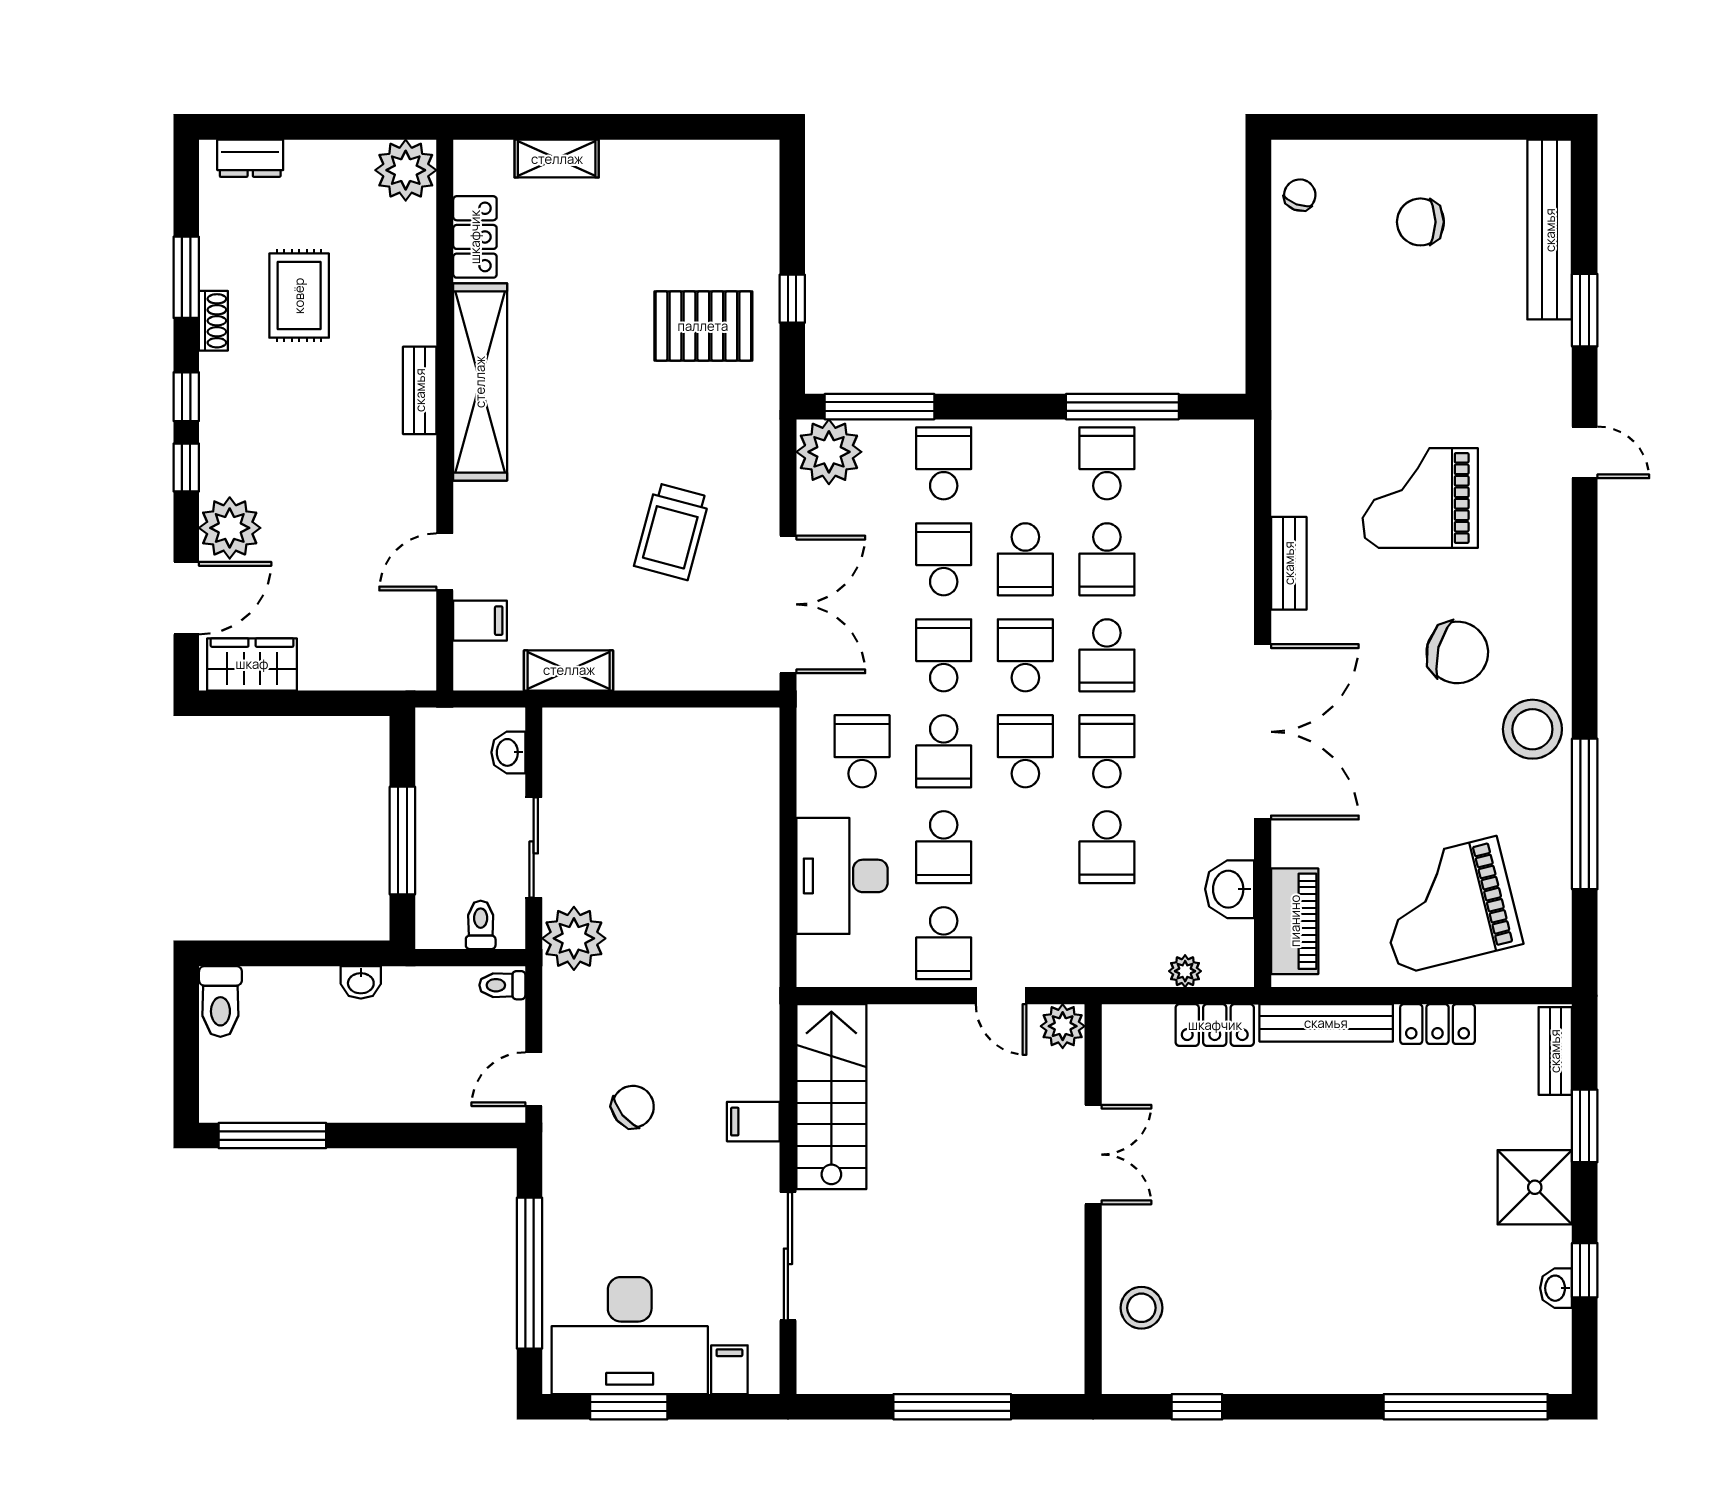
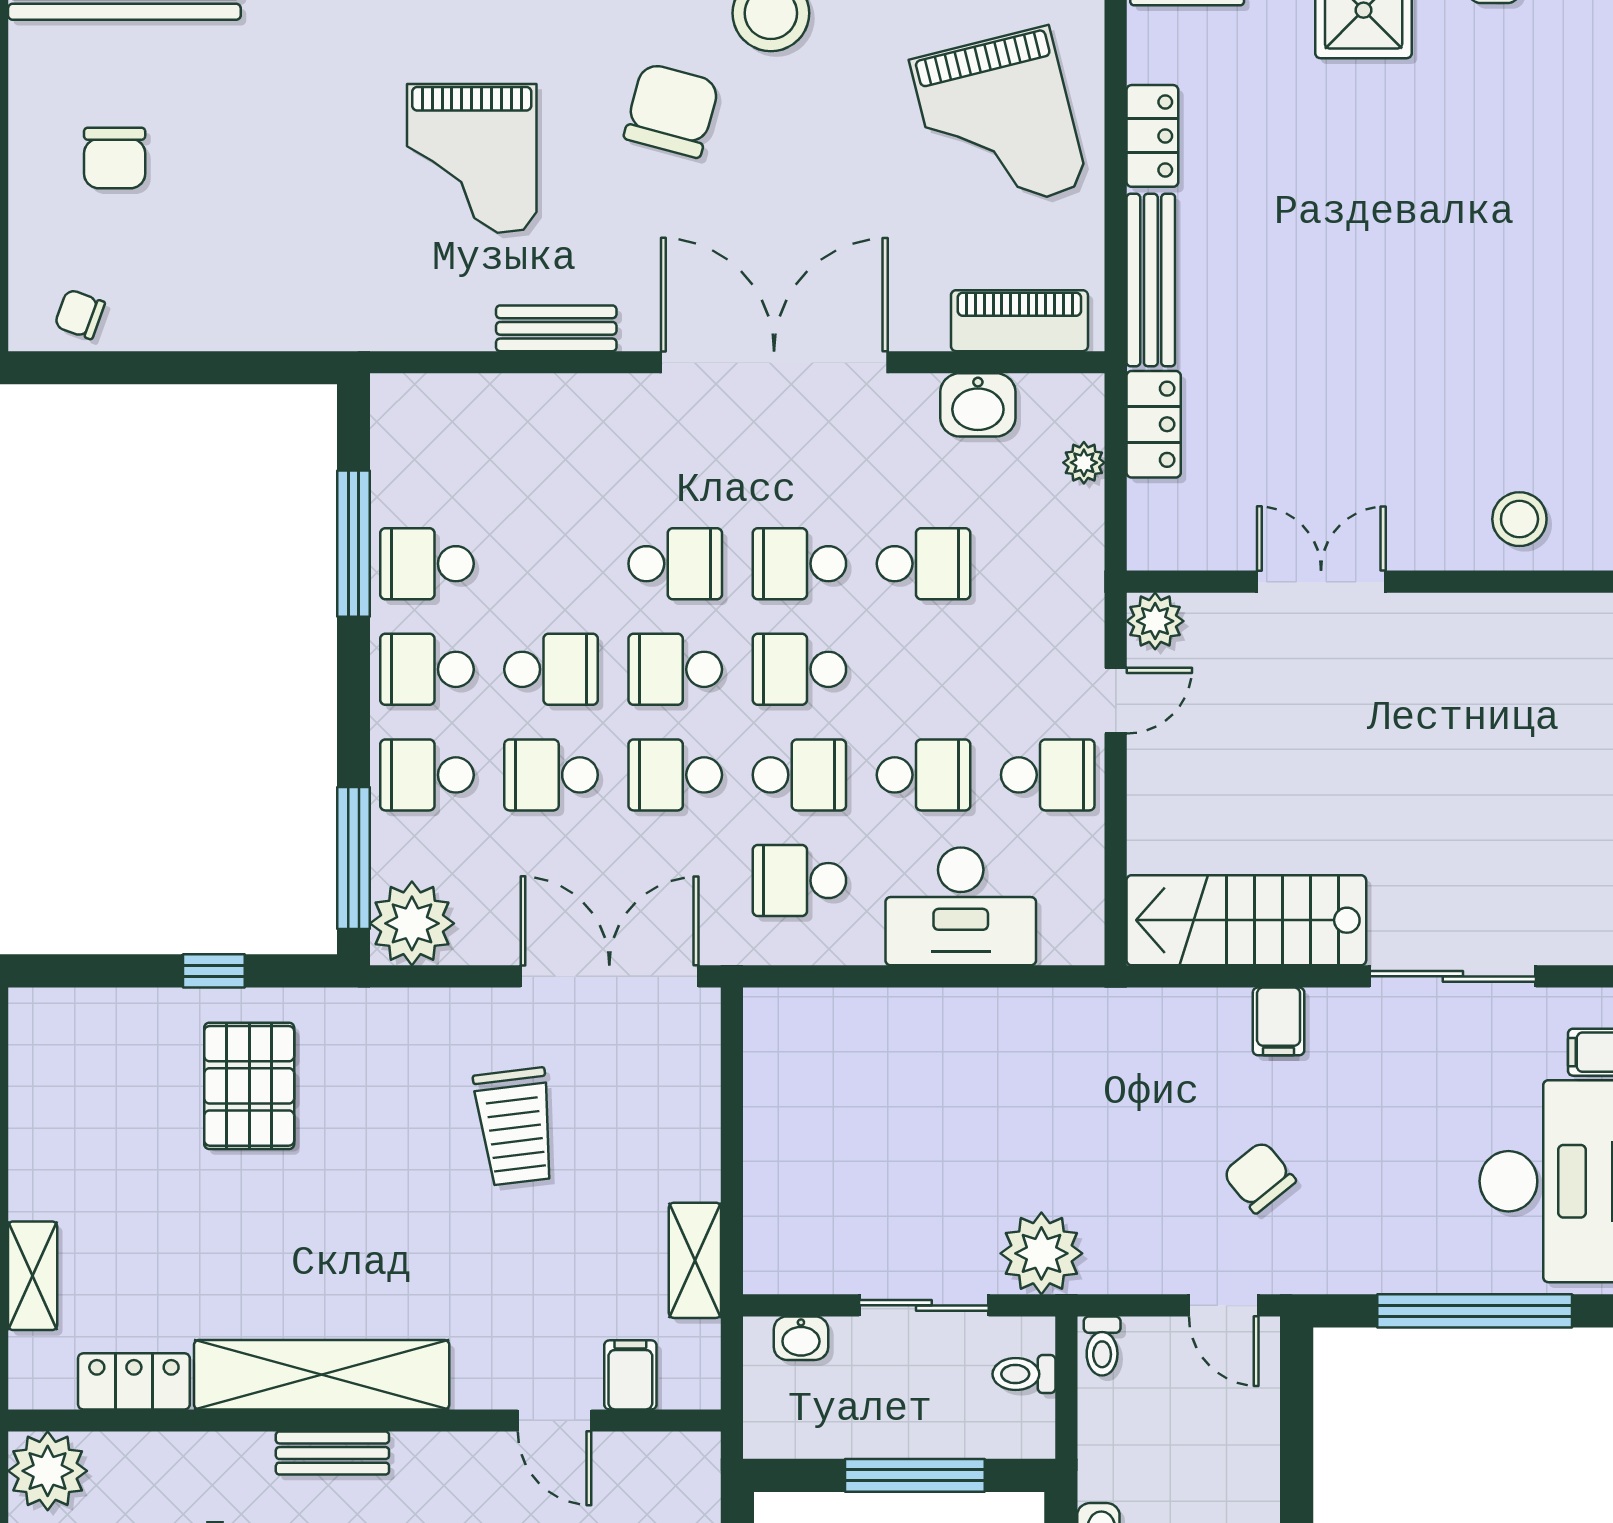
trolley: (672, 531) -> (515, 1127), turned 68
school desk: (1107, 559) -> (427, 669), moved, turned 180

